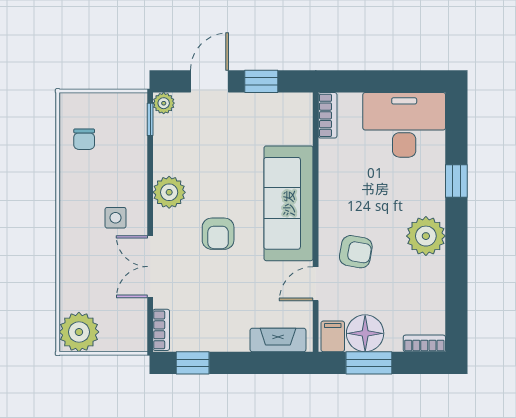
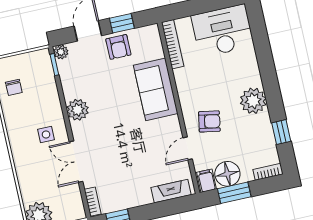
bookcase: (328, 115) -> (173, 44), width x1.56
window: (456, 181) -> (281, 132), moved
sofa: (289, 203) -> (156, 89), width x0.73
armchair: (218, 234) -> (118, 47), moved

